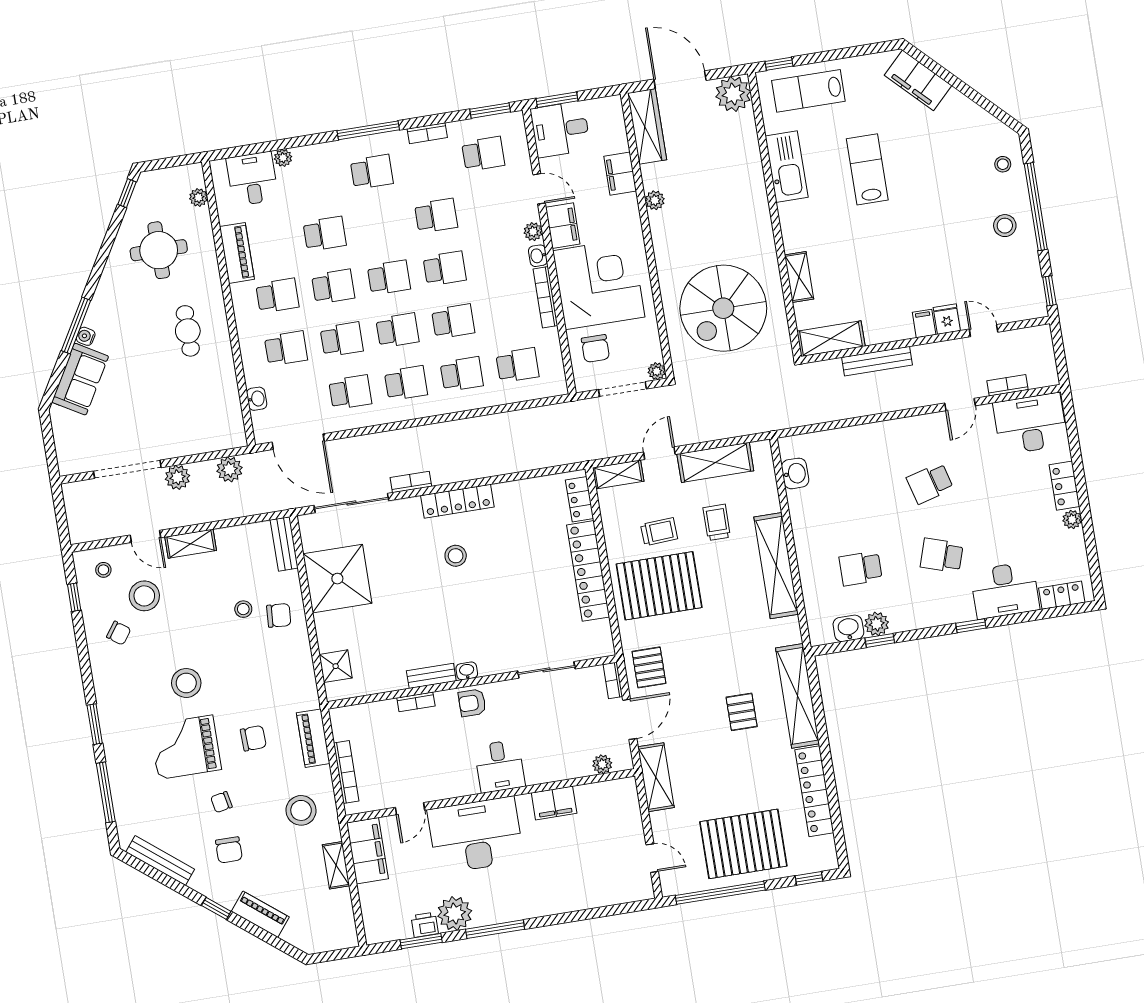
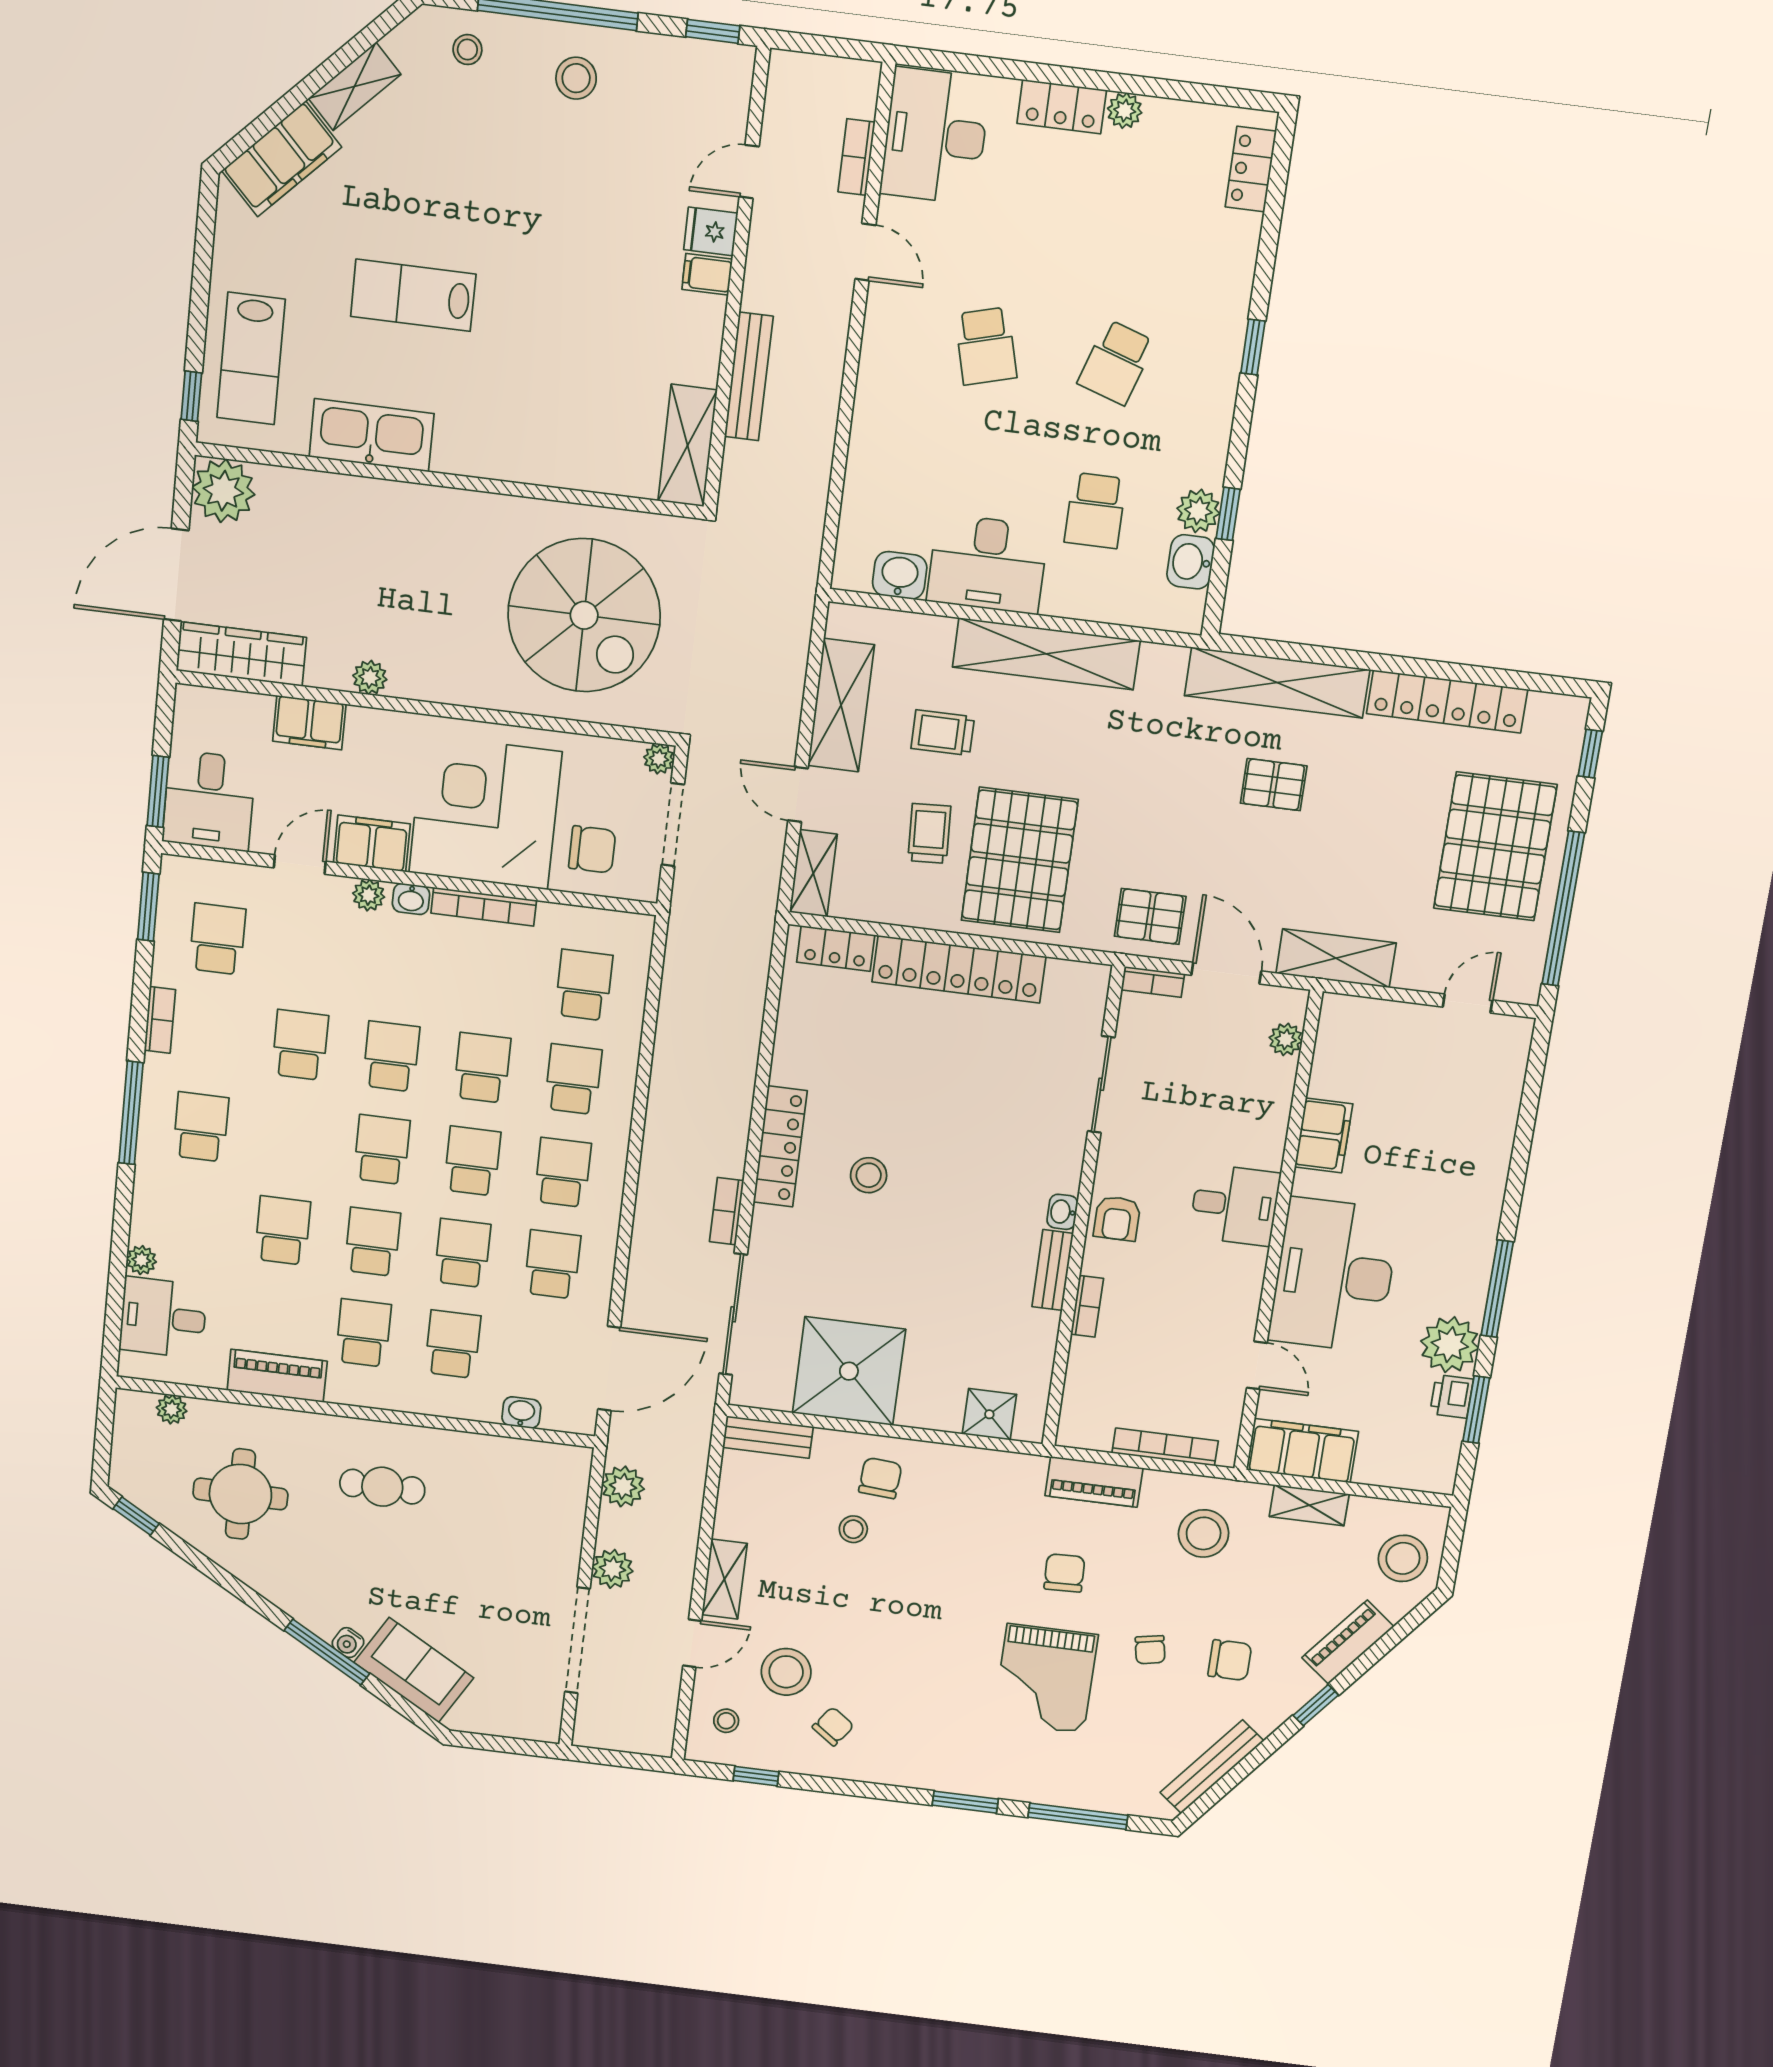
shelving: (799, 277) -> (355, 86), moved, turned -45
desk: (1005, 590) -> (988, 564), moved, turned 90
stool: (186, 683) -> (1403, 1558), moved

